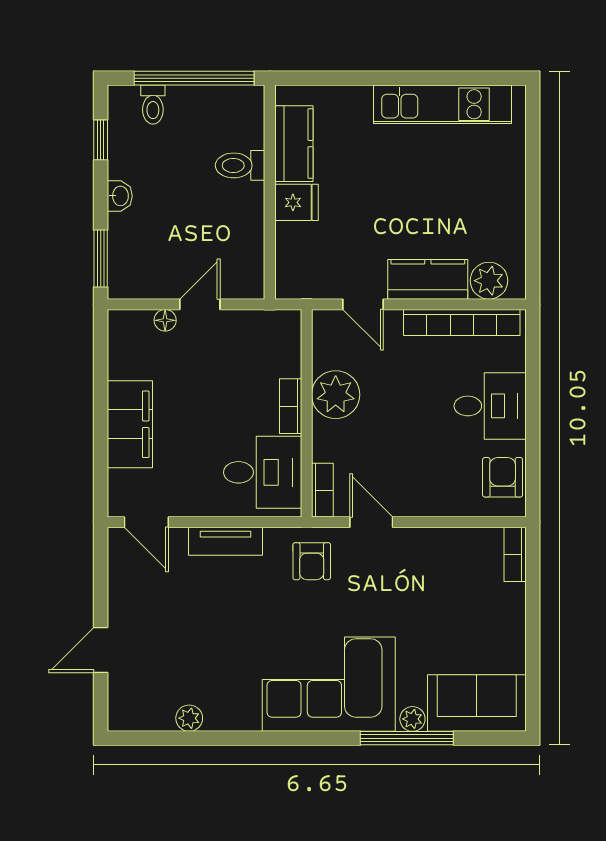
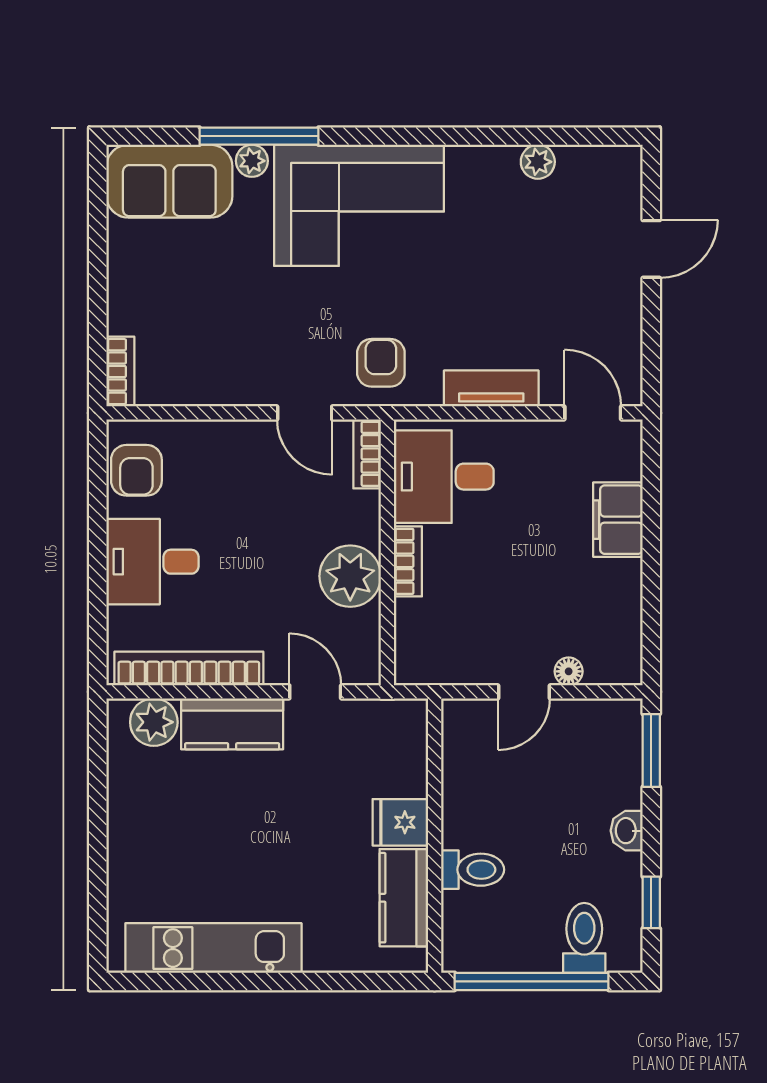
toilet: (153, 105) -> (584, 938), width x1.37, depth x1.39
filing cabinet: (130, 424) -> (618, 520), width x0.67, depth x0.86

